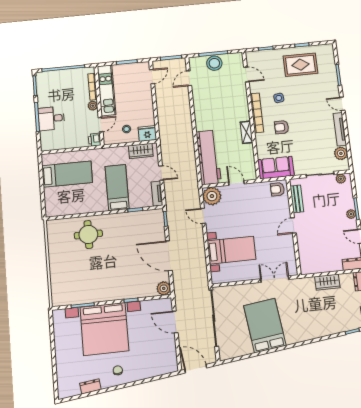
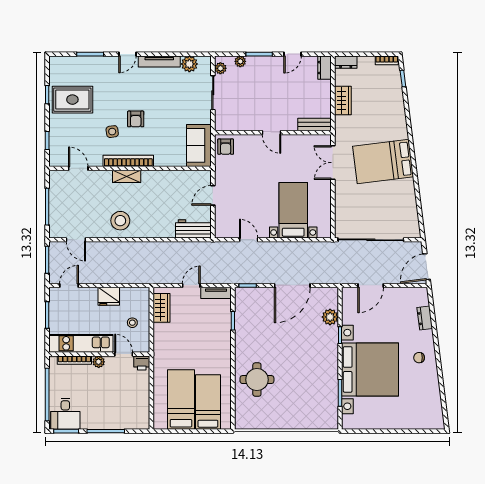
stool: (214, 63) -> (120, 221), moved
rug: (300, 65) -> (72, 100), turned 90
door: (246, 75) -> (78, 168), hinge flipped
door: (152, 77) -> (69, 285), hinge flipped
desk: (51, 118) -> (65, 414), moved
armchair: (282, 127) -> (136, 119), moved
shelving: (246, 132) -> (127, 176), moved
fridge: (147, 134) -> (109, 296), moved, turned -90
workbench: (209, 157) -> (193, 229), width x0.53, depth x0.76
bed: (117, 188) -> (208, 402), moved, turned 90
plant: (212, 196) -> (226, 227), removed
bench: (297, 199) -> (314, 125), moved
plant: (351, 214) -> (240, 61), moved
door: (203, 216) -> (249, 240), swing flipped
plant: (164, 288) -> (330, 317), moved
bed: (265, 325) -> (383, 162), moved
dresser: (90, 386) -> (425, 318), moved

